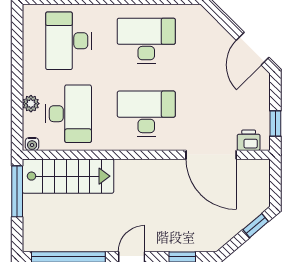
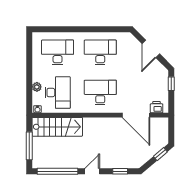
desk: (69, 41) -> (58, 52), turned 90
door: (253, 49) -> (151, 49), moved
window: (275, 123) -> (171, 84), moved
window: (17, 191) -> (29, 146), moved

